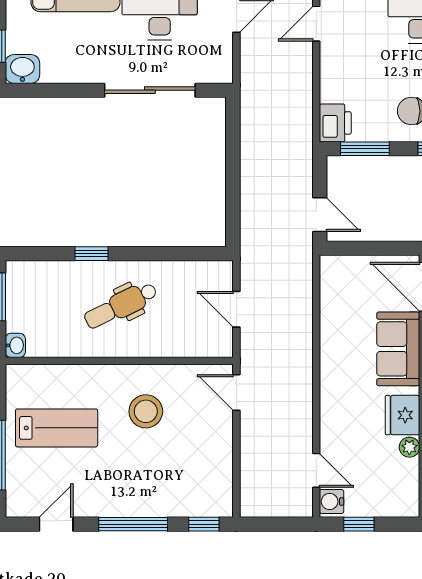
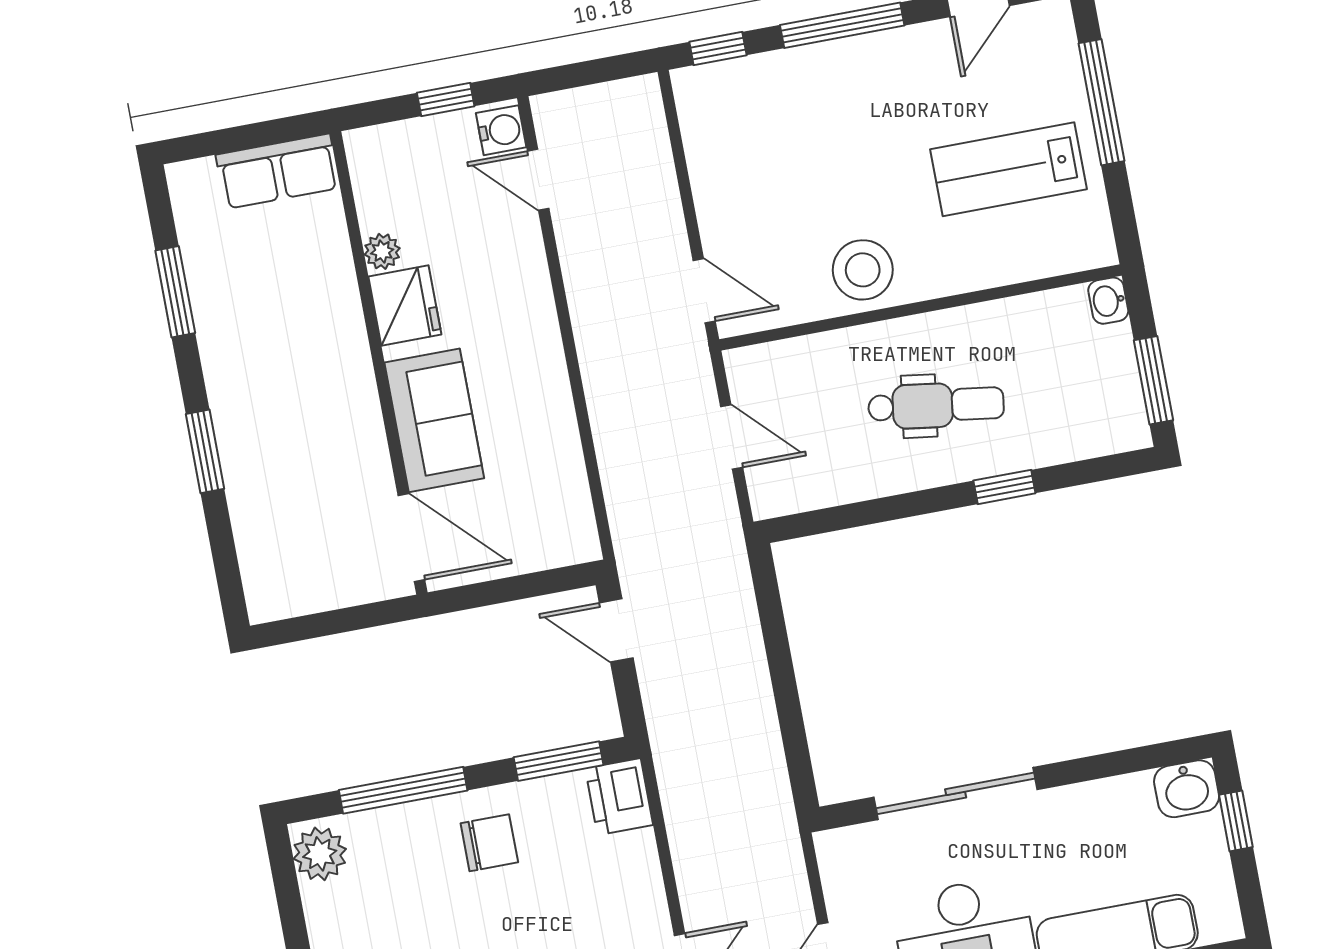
dental chair: (121, 305) -> (936, 405), turned 34
stool: (146, 411) -> (863, 270), moved

